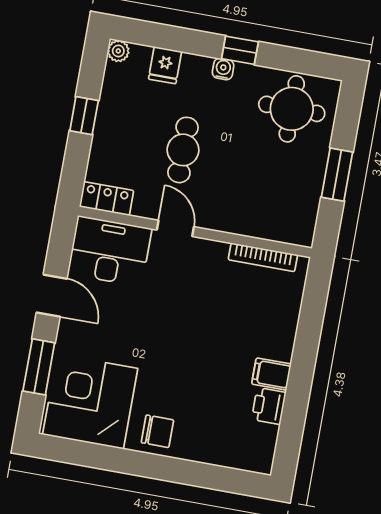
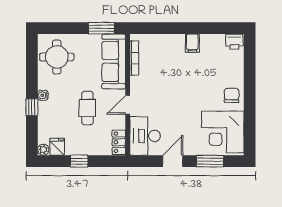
window: (240, 50) -> (32, 107), moved
fridge: (165, 65) -> (57, 147), moved, turned -90
cafe table: (183, 150) -> (87, 108), turned 90
window: (337, 175) -> (101, 28), moved
sofa: (263, 217) -> (114, 61), added
printer: (269, 406) -> (234, 42), moved

